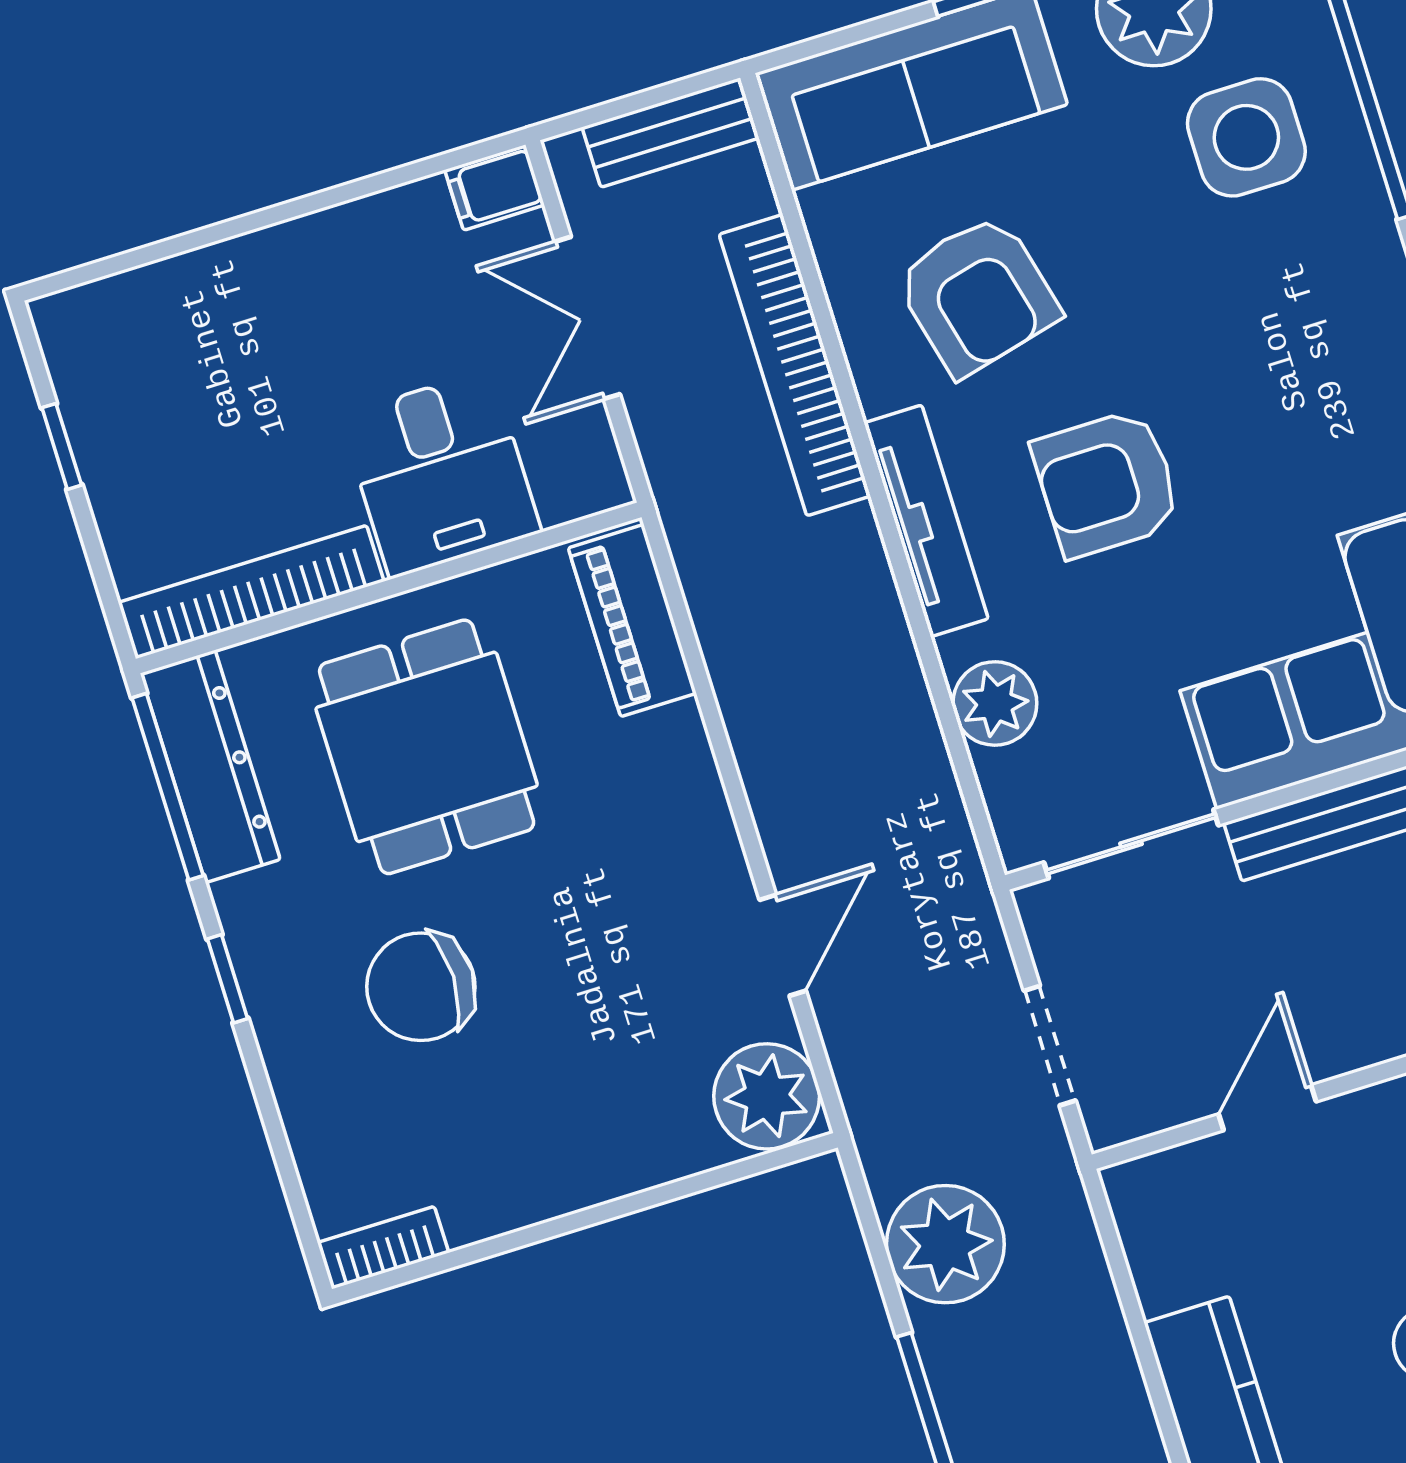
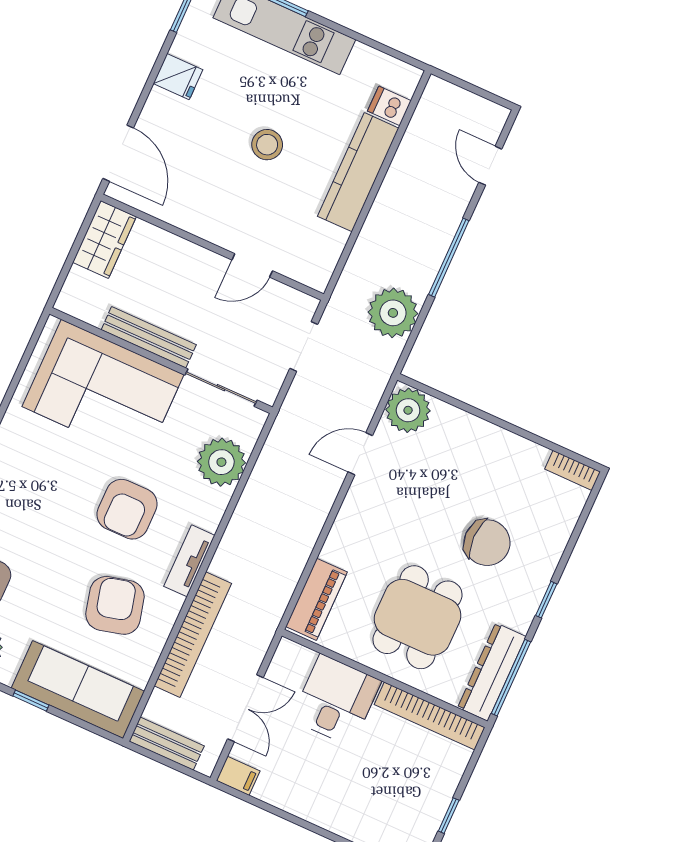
armchair: (1107, 483) -> (127, 509), turned 90
tv unit: (926, 521) -> (189, 561), width x0.71
plant: (995, 703) -> (221, 462), width x1.36, depth x1.36

